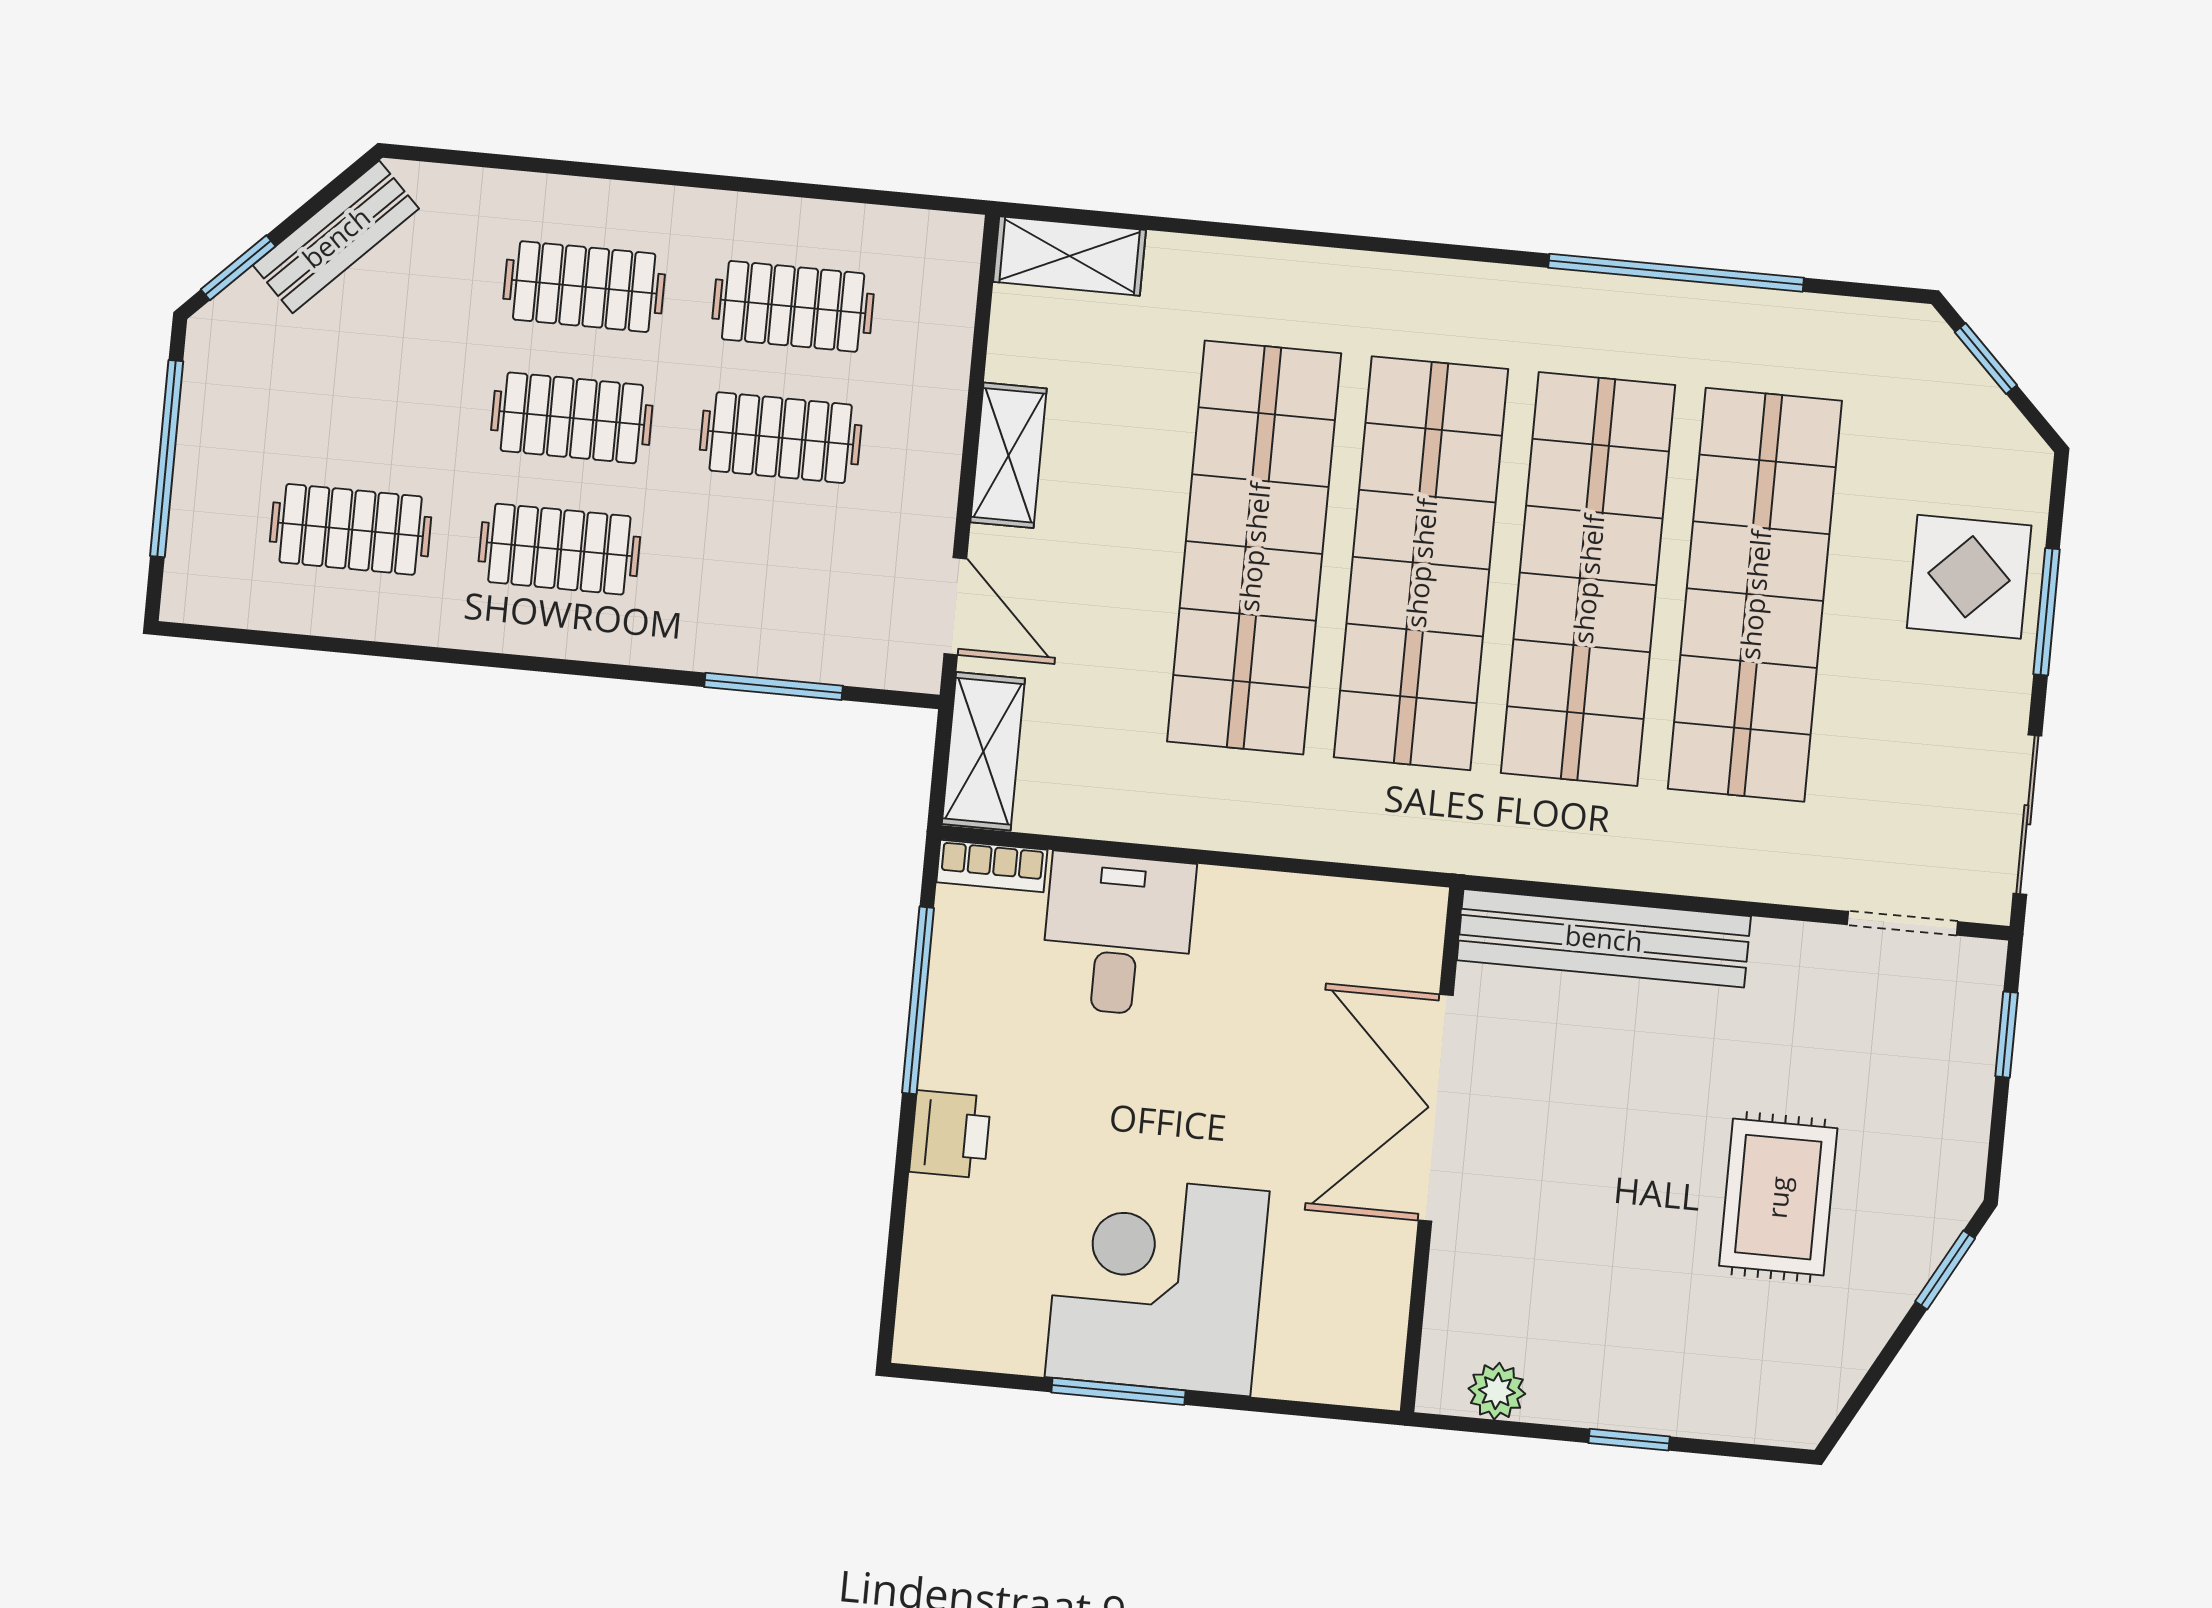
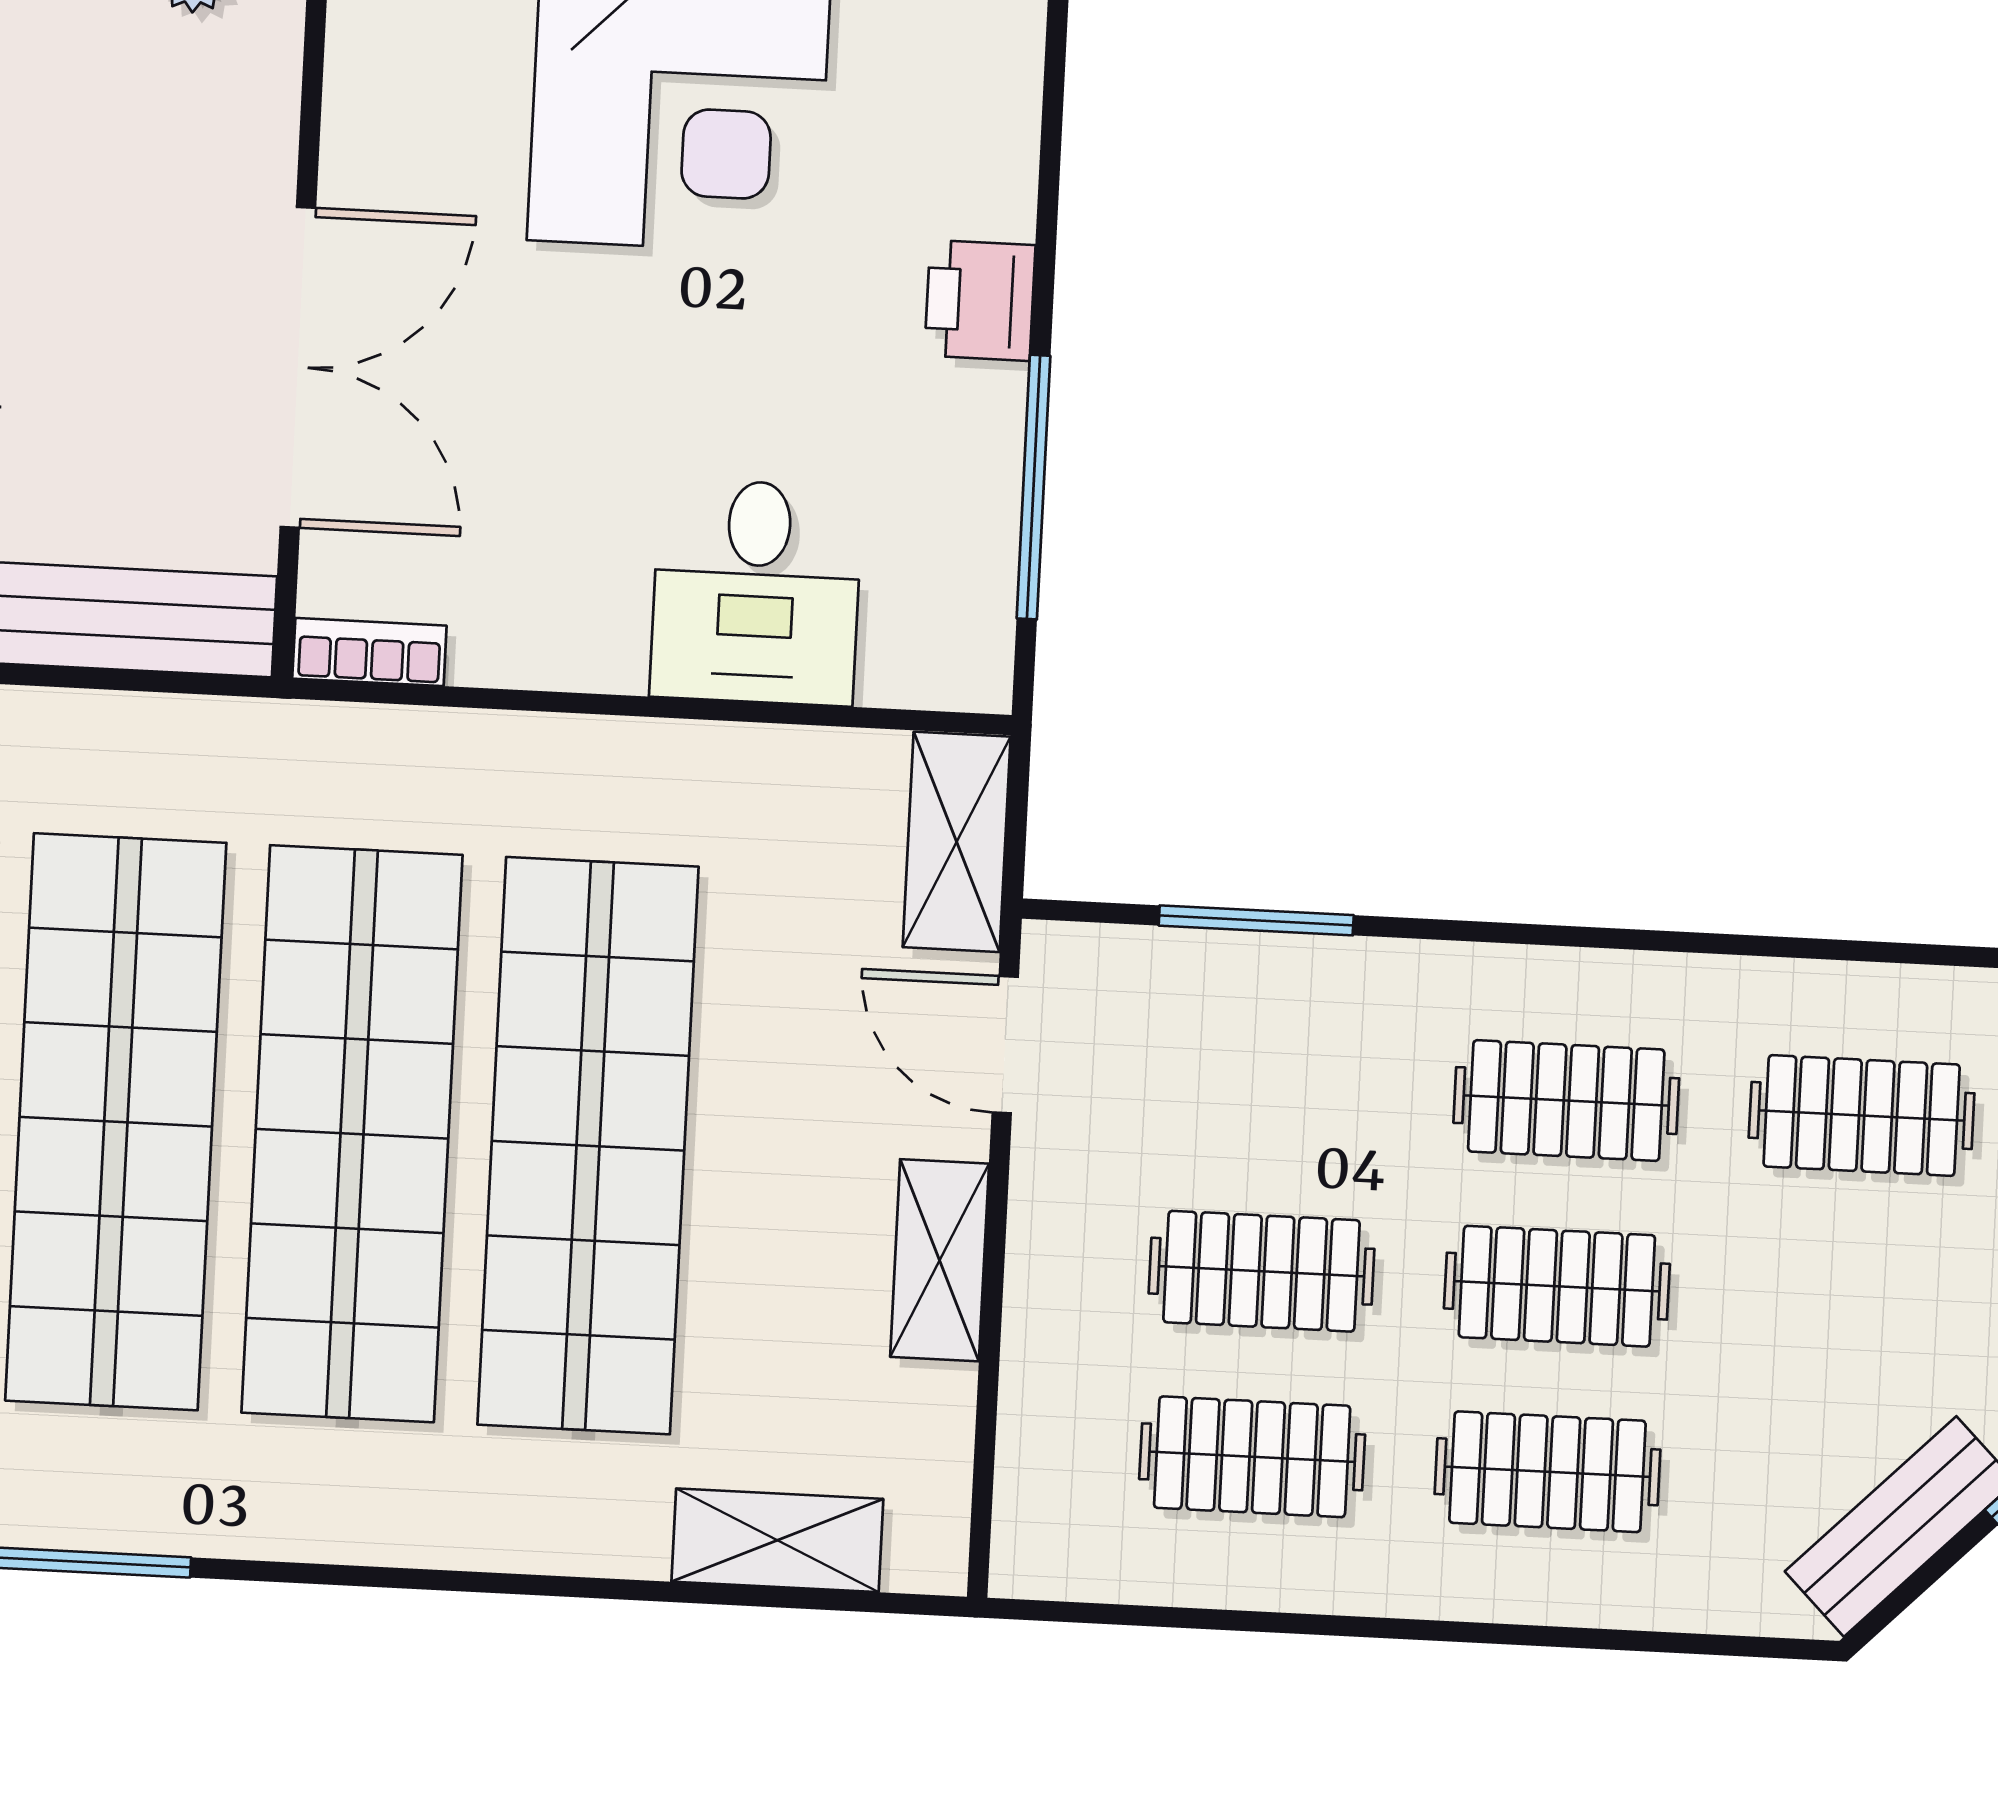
shelving: (1070, 256) -> (777, 1540), moved
bookcase: (992, 866) -> (369, 652), moved

